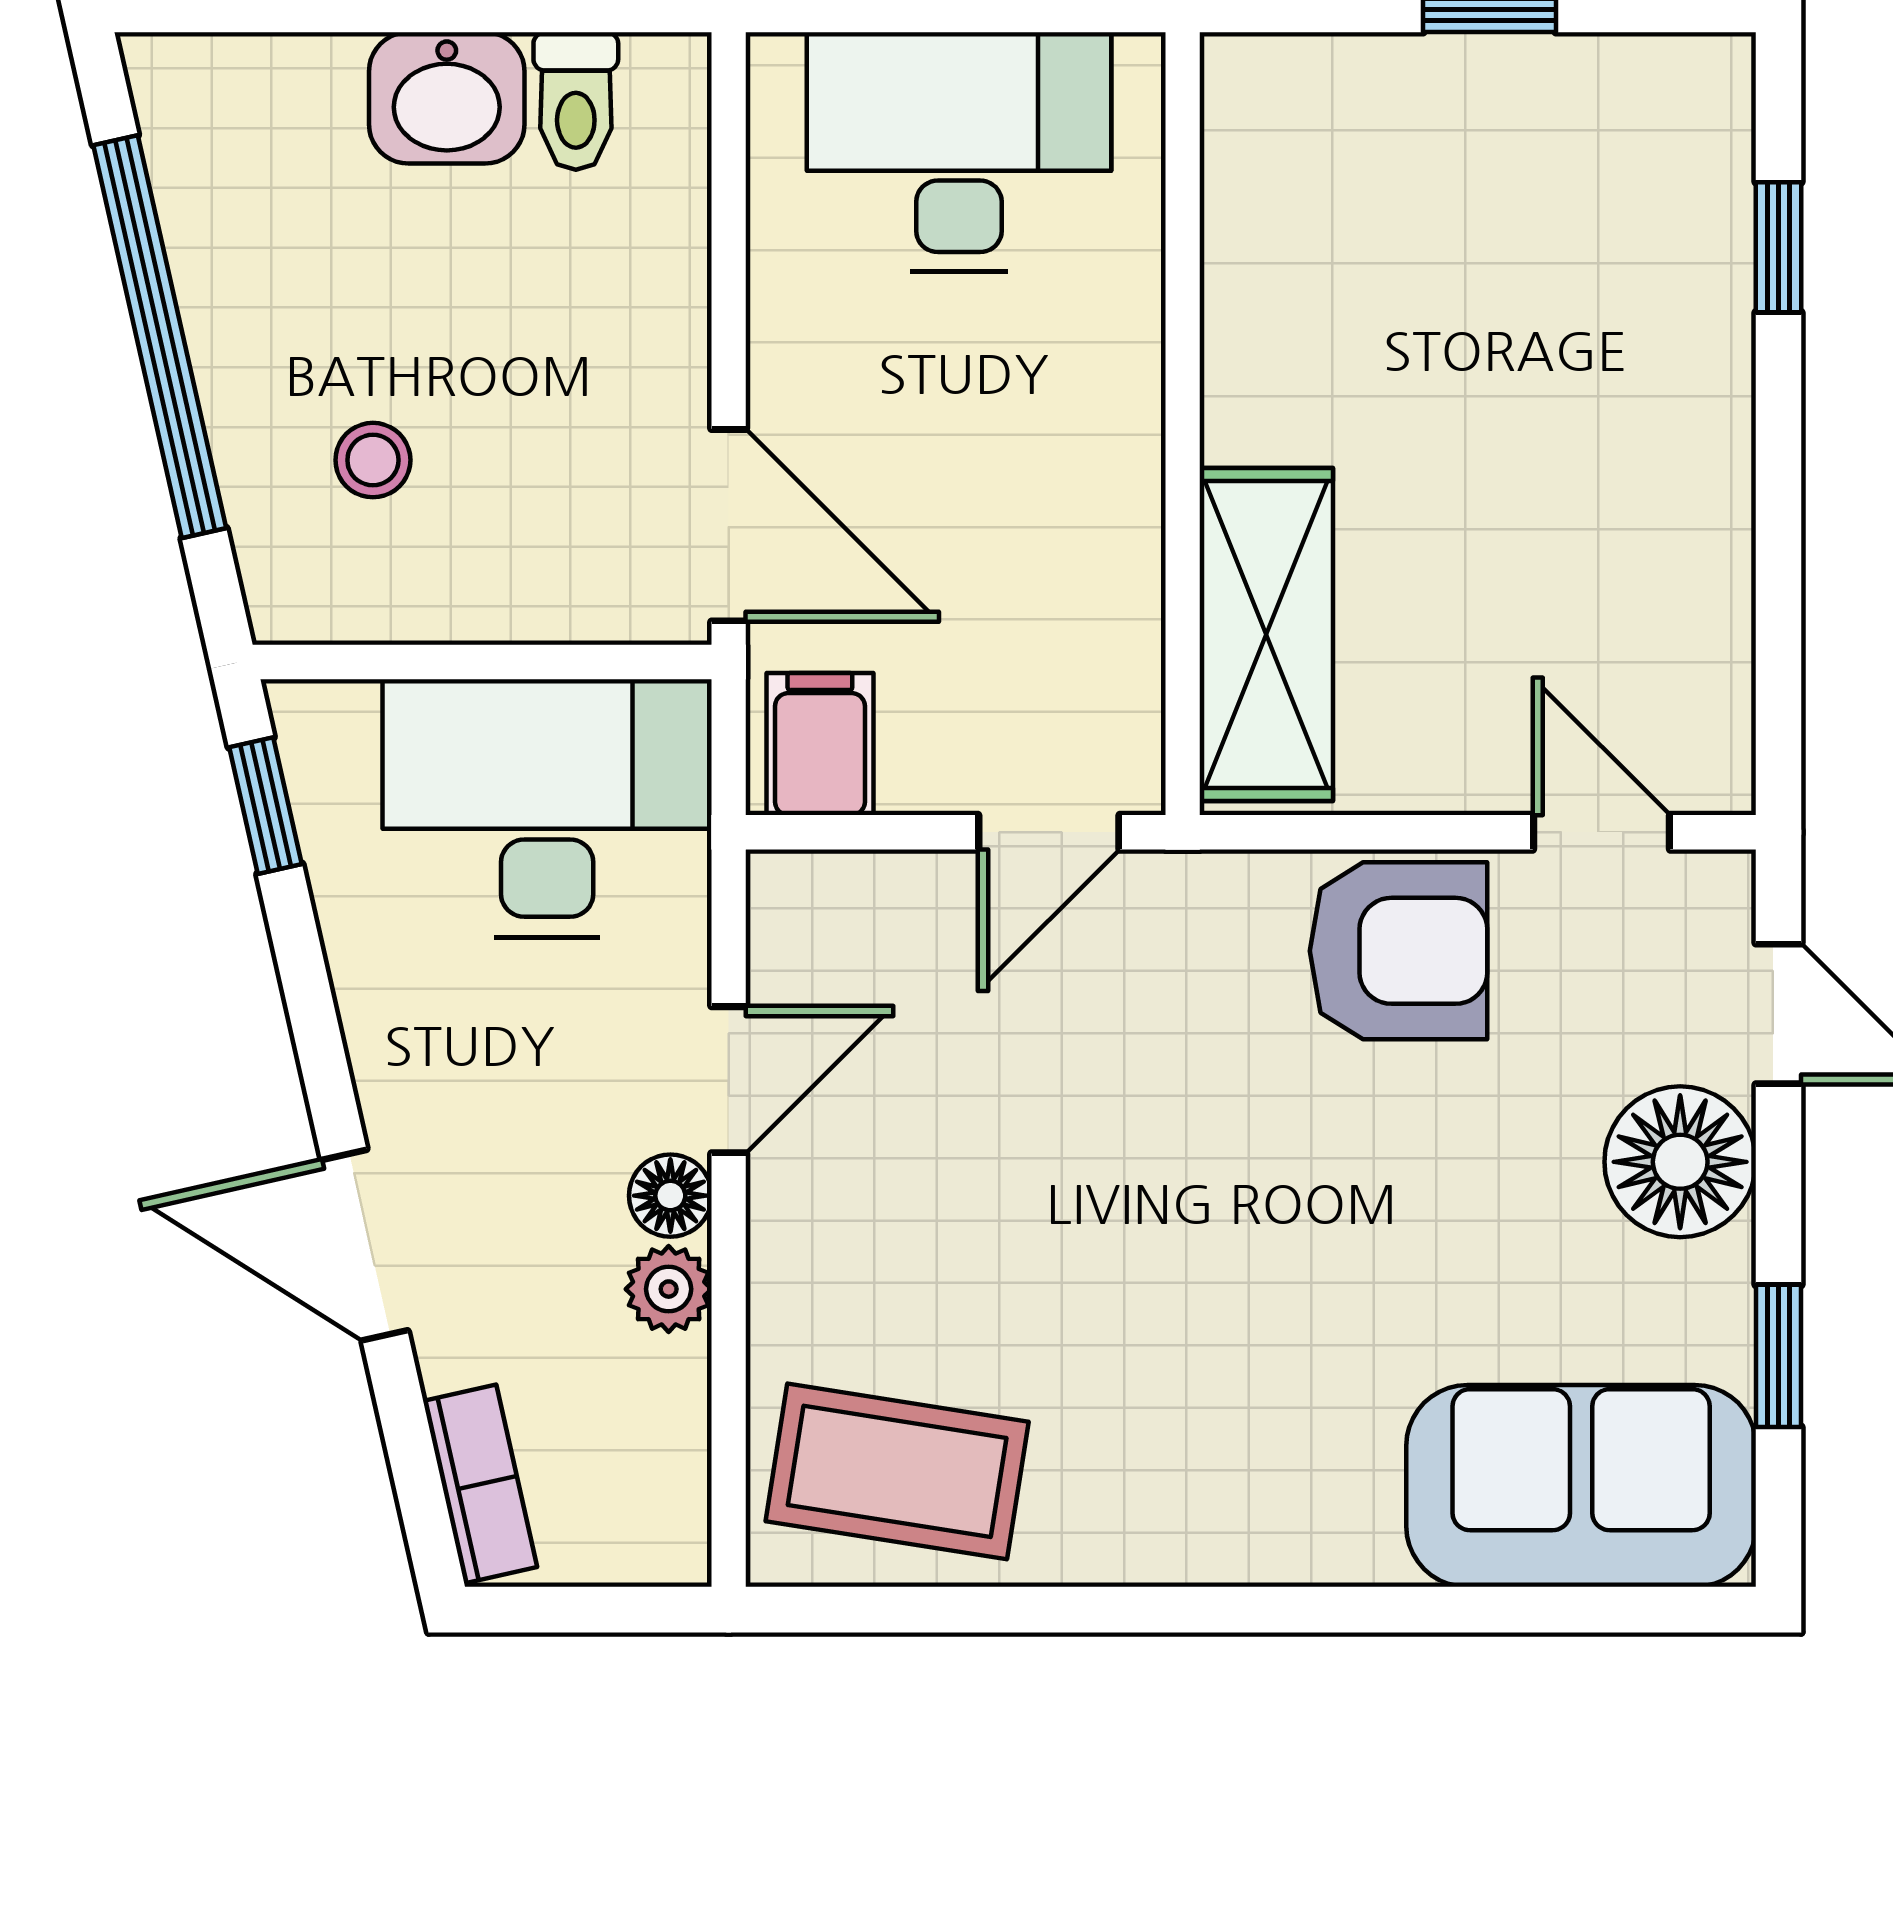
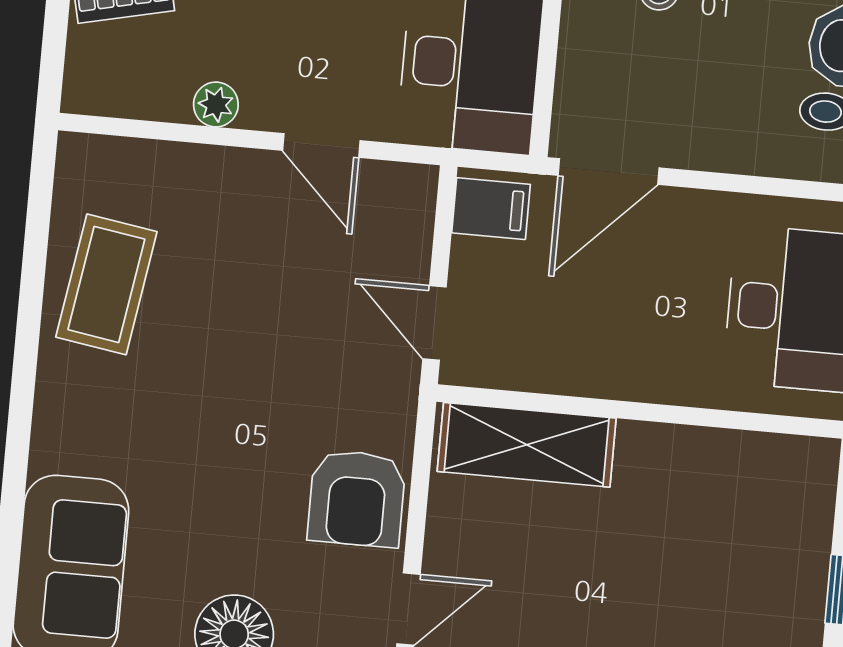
floor lamp: (670, 1196) -> (264, 110), removed
coffee table: (897, 1471) -> (106, 284), moved

